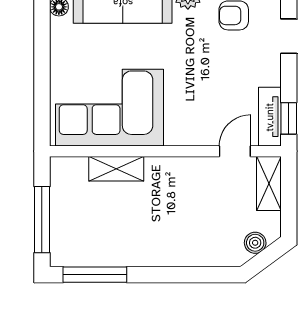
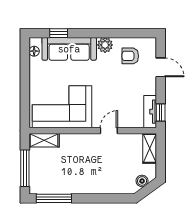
door: (235, 151) -> (109, 131), moved
shelving: (116, 169) -> (44, 140), moved

